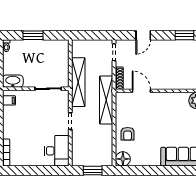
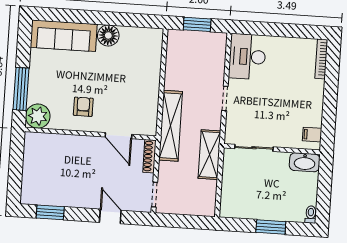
door: (143, 35) -> (110, 216), hinge flipped
shelving: (78, 82) -> (209, 155), width x0.68
armchair: (128, 134) -> (83, 107), moved
floor lamp: (123, 159) -> (108, 35), moved

